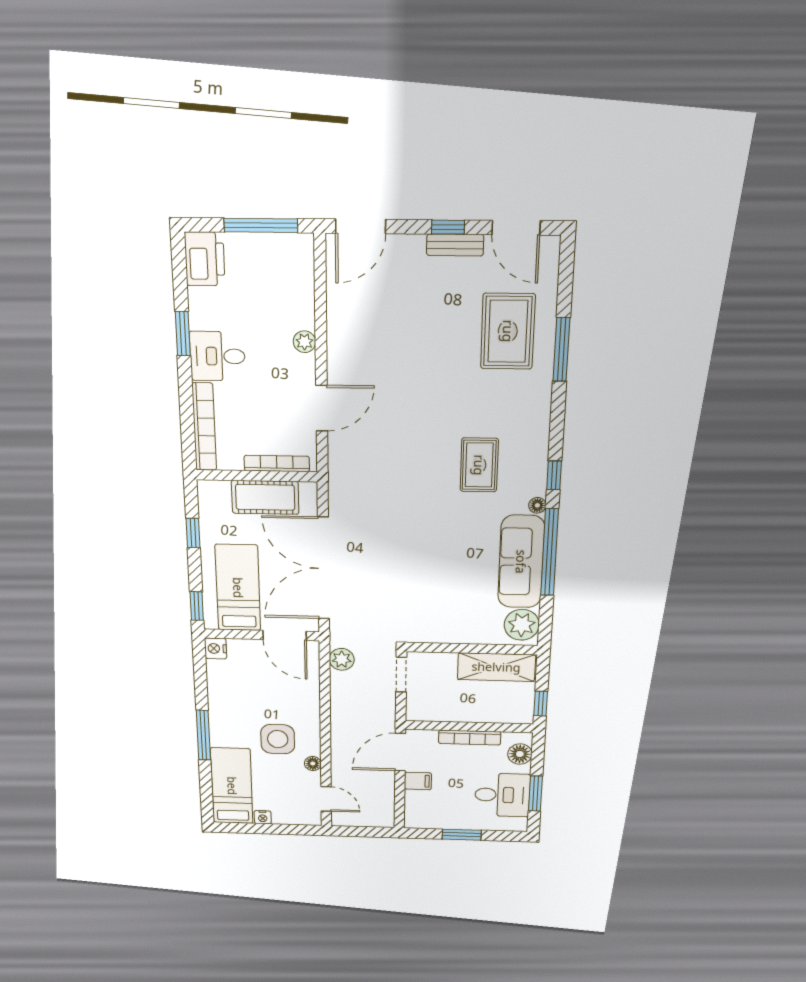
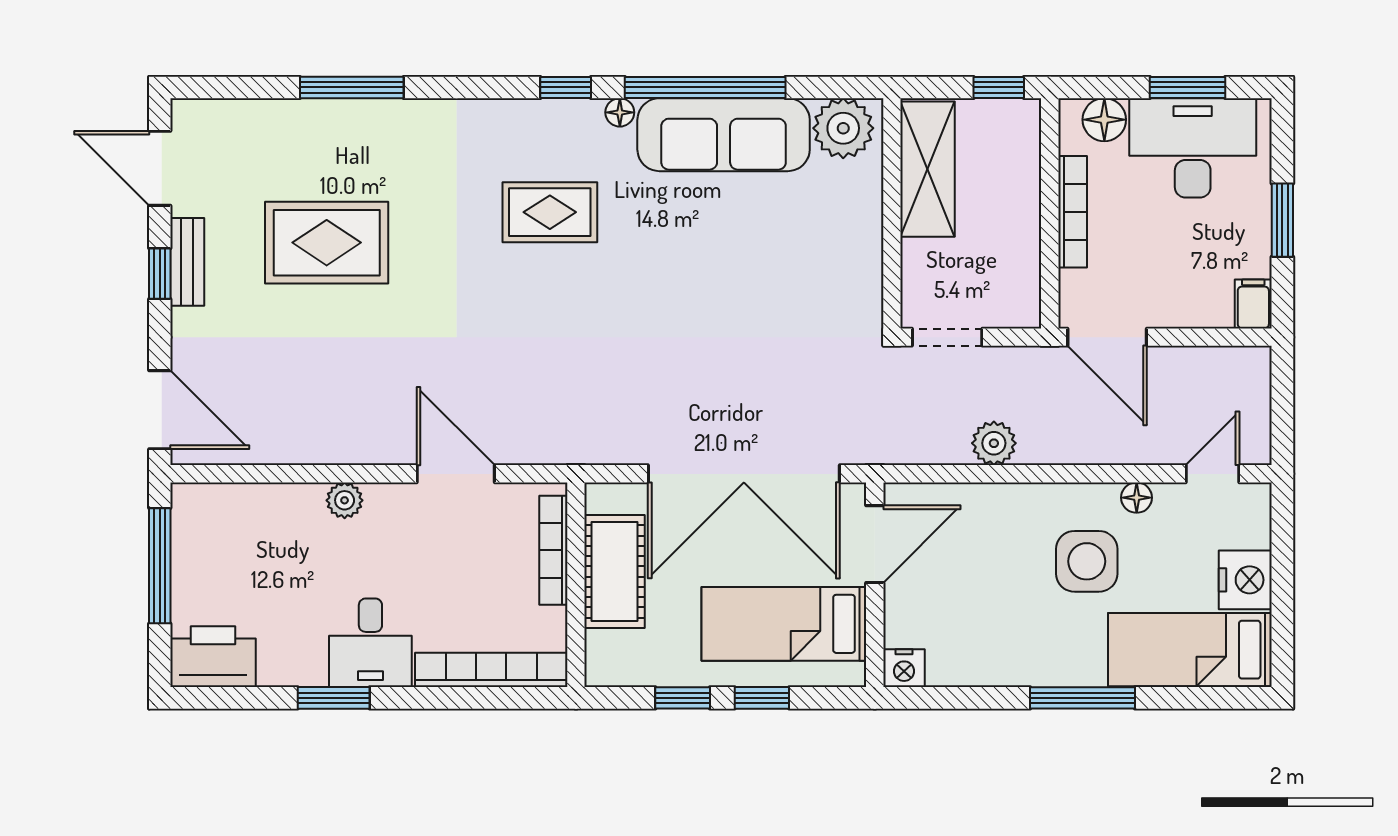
door: (516, 228) -> (160, 168), swing flipped
rug: (508, 331) -> (327, 243), moved
window: (197, 606) -> (762, 698), moved
plant: (342, 659) -> (994, 443), moved
filing cabinet: (418, 781) -> (1253, 304), moved
desk: (502, 795) -> (1193, 148), width x1.37
nightstand: (263, 817) -> (1245, 580), width x1.89, depth x1.79

